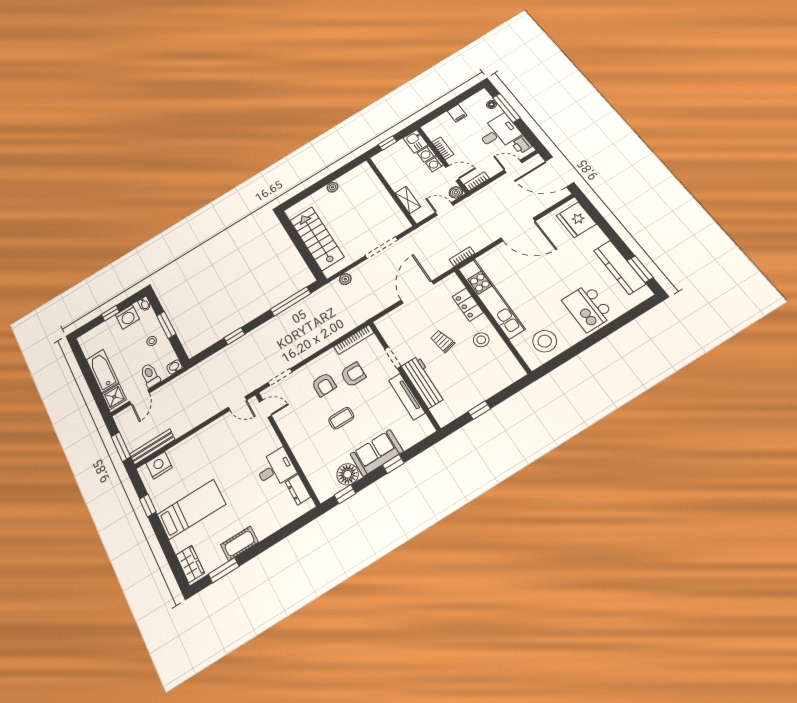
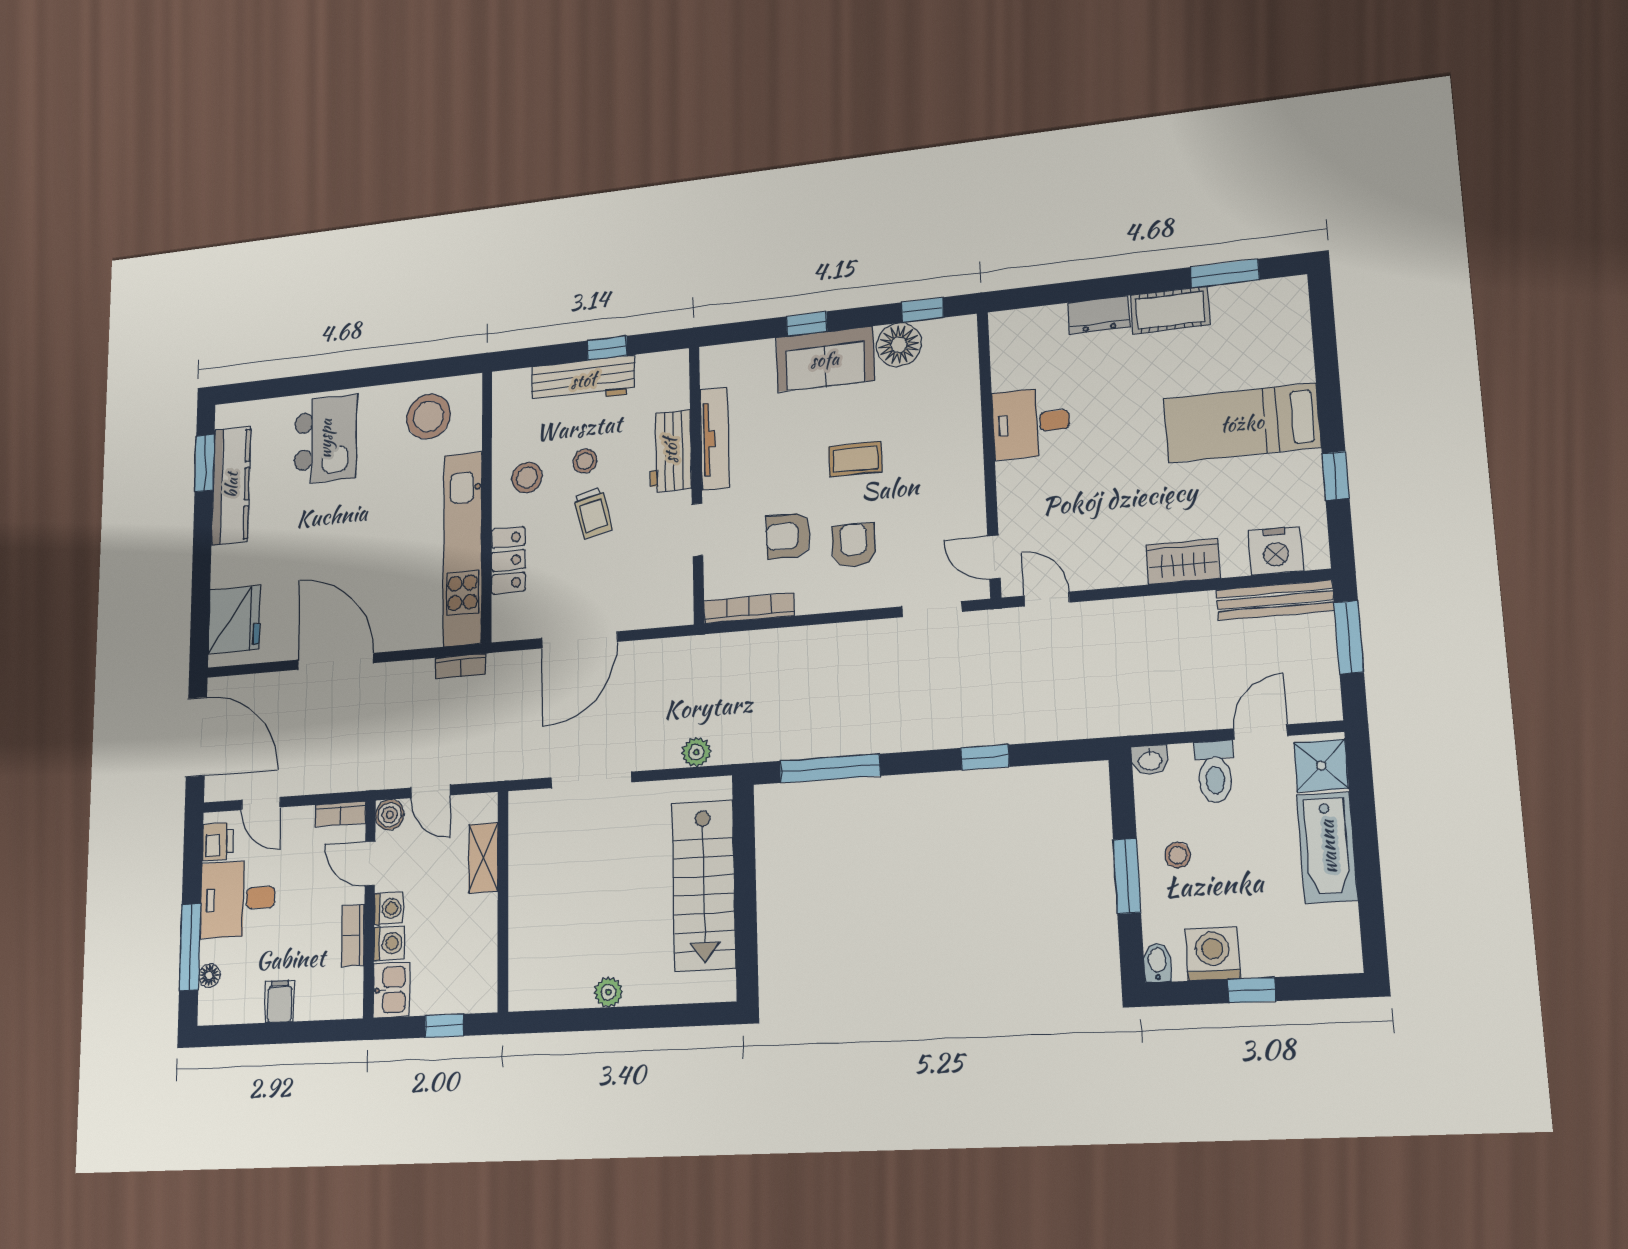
stool: (459, 359) -> (585, 461), added
workbench: (423, 382) -> (670, 451), width x0.73
workbench: (482, 391) -> (583, 380), added
dresser: (298, 490) -> (1099, 315), moved, turned 90
wardrobe: (190, 564) -> (1183, 561), moved, turned 90

